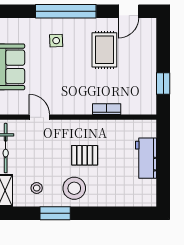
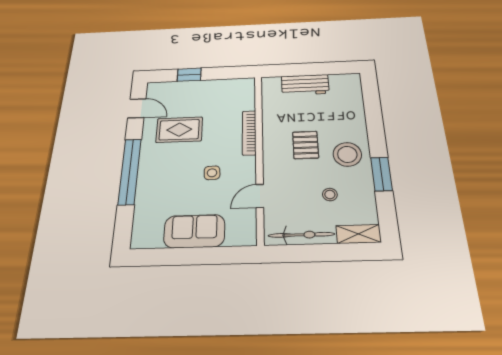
side table: (56, 41) -> (212, 173), moved
window: (163, 83) -> (189, 75), moved
bookcase: (107, 109) -> (249, 133), width x1.56
stool: (37, 188) -> (330, 195), moved

